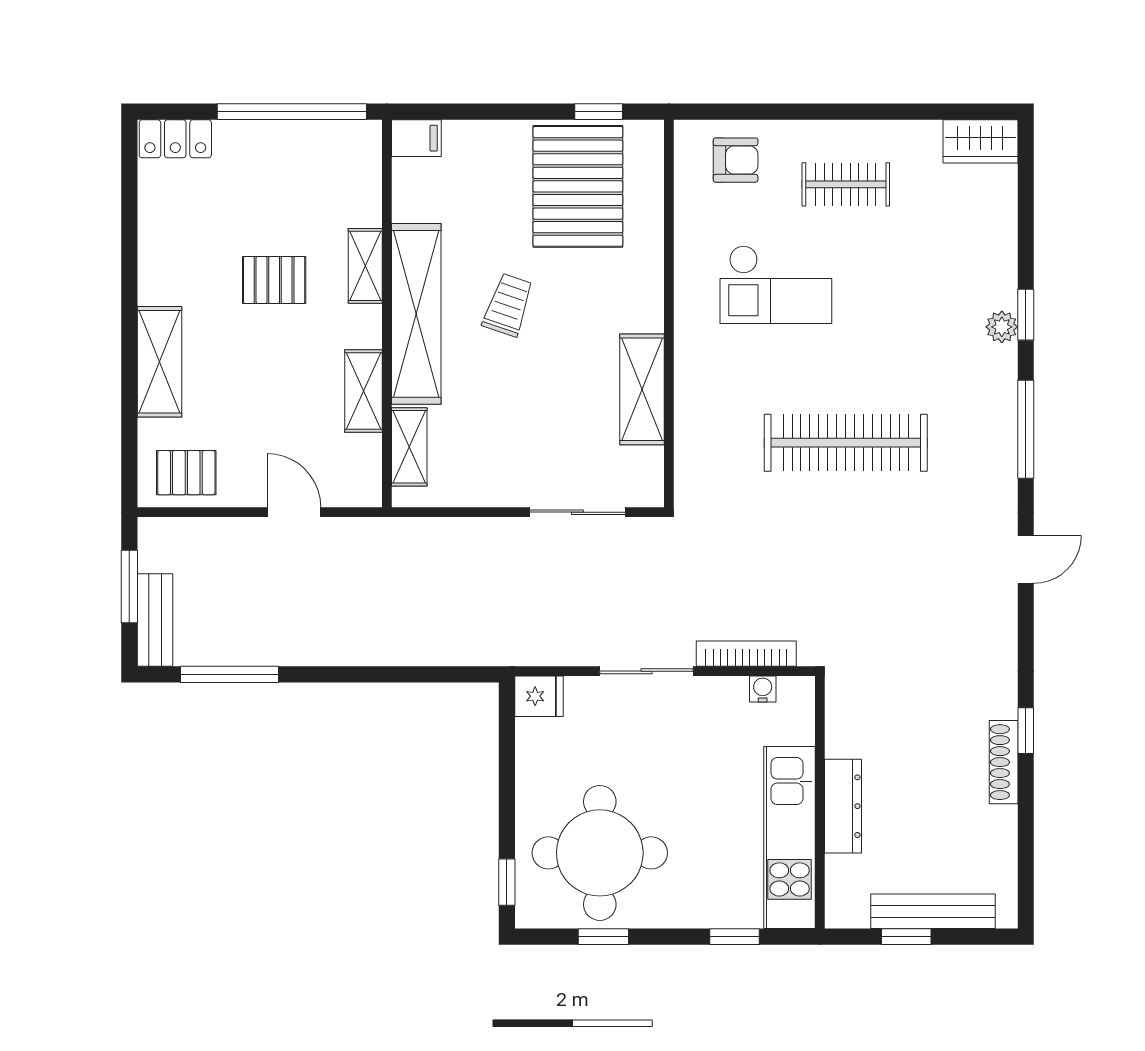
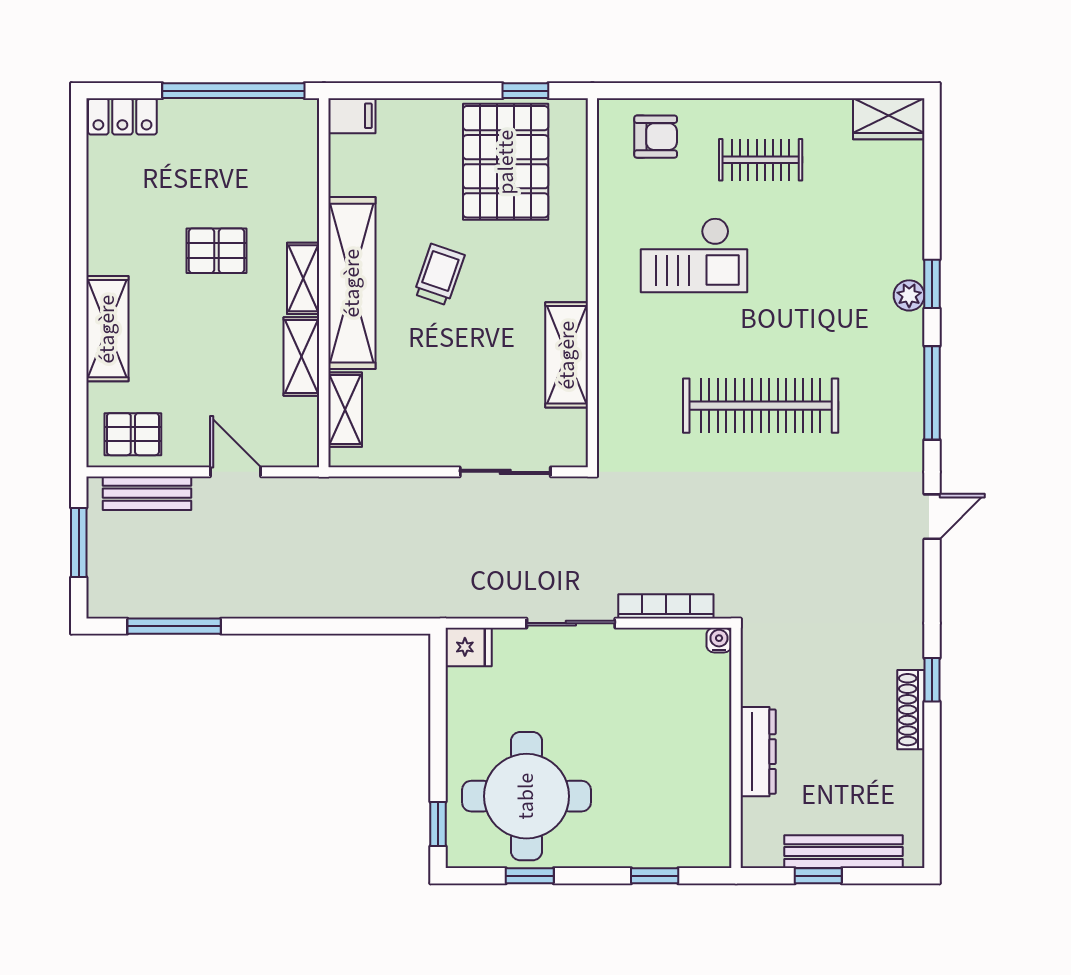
shelving: (365, 266) -> (303, 278), moved
bench: (155, 620) -> (147, 493), moved, turned 90
water cooler: (763, 689) -> (719, 640), moved
kitchen unit: (790, 838) -> (707, 781), removed

